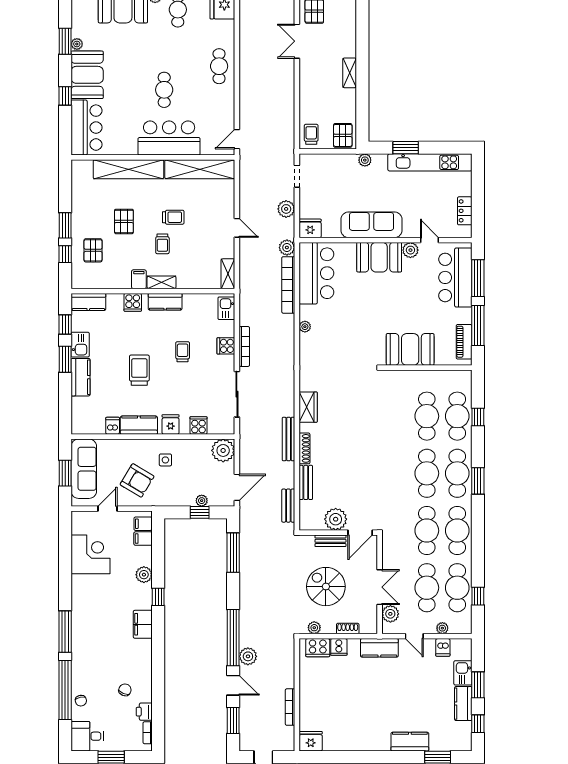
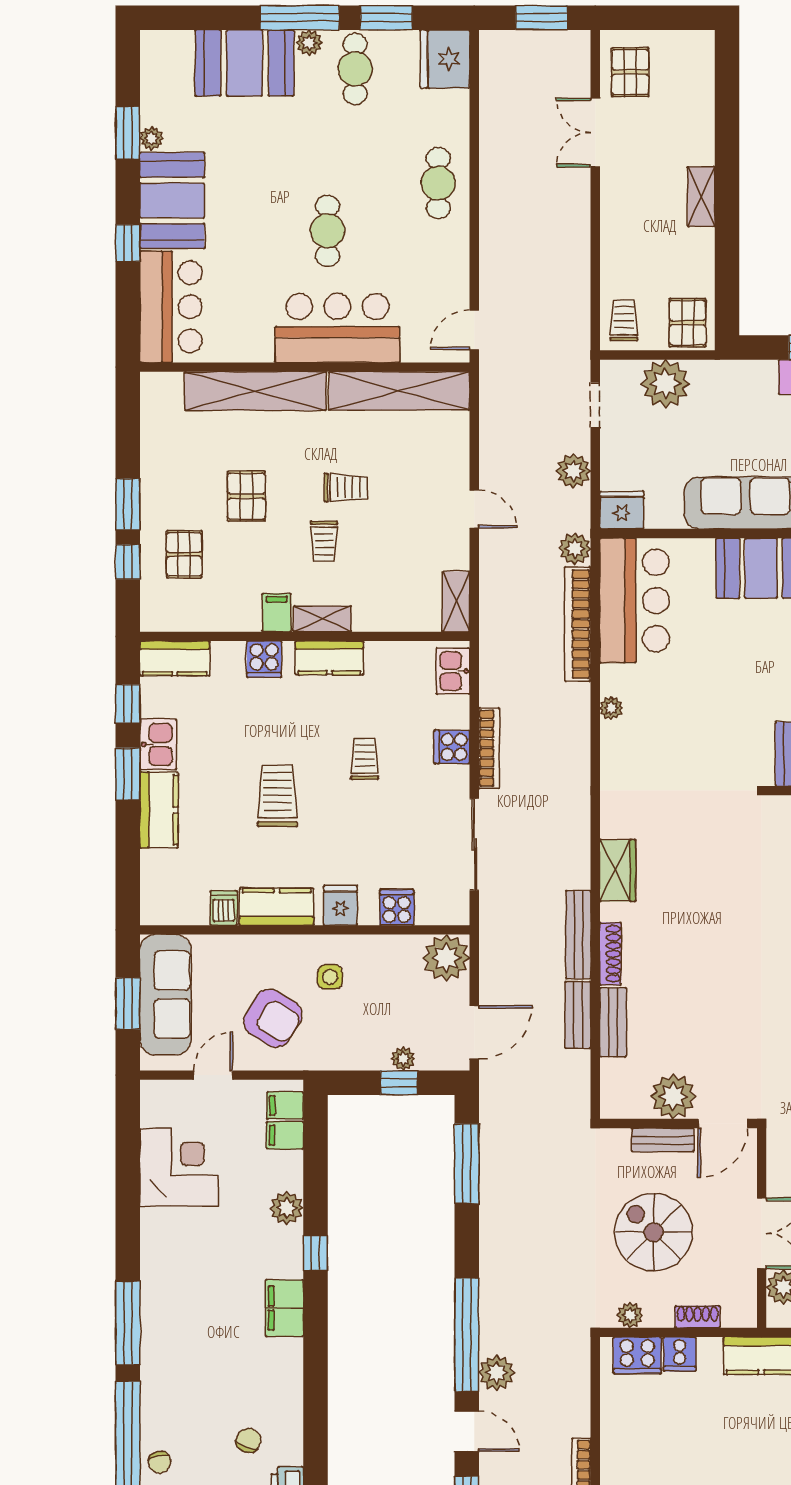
plant: (365, 160) -> (665, 384), moved, width x1.88, depth x1.88
bench: (288, 506) -> (578, 1015), moved

